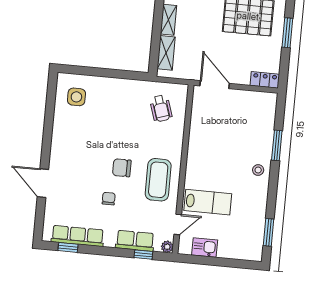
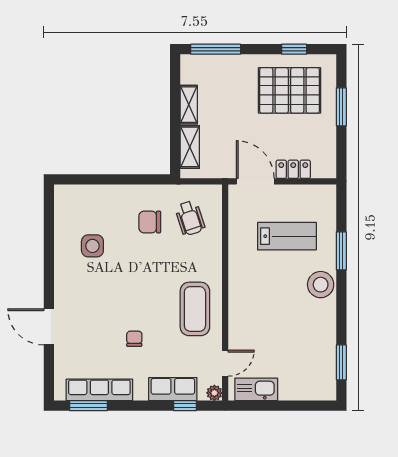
locker: (265, 80) -> (293, 169), moved
side table: (76, 97) -> (92, 246), moved
chair: (122, 168) -> (150, 222), moved
stool: (258, 170) -> (321, 285), width x1.89, depth x1.89
lab bench: (208, 202) -> (287, 236), moved
window: (68, 247) -> (89, 406), width x1.50
kitchen sink: (205, 248) -> (256, 389), width x1.38

